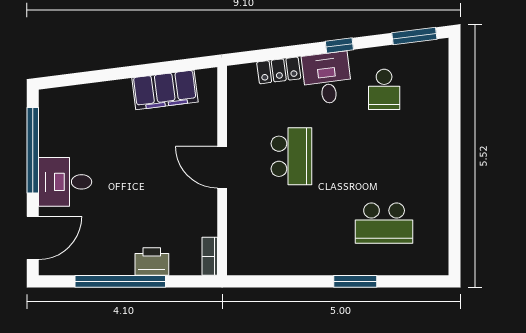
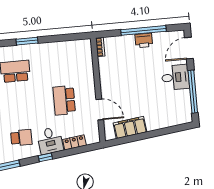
school desk: (384, 89) -> (21, 138), turned 90
door: (222, 167) -> (100, 110), moved
printer: (152, 262) -> (144, 40), moved

